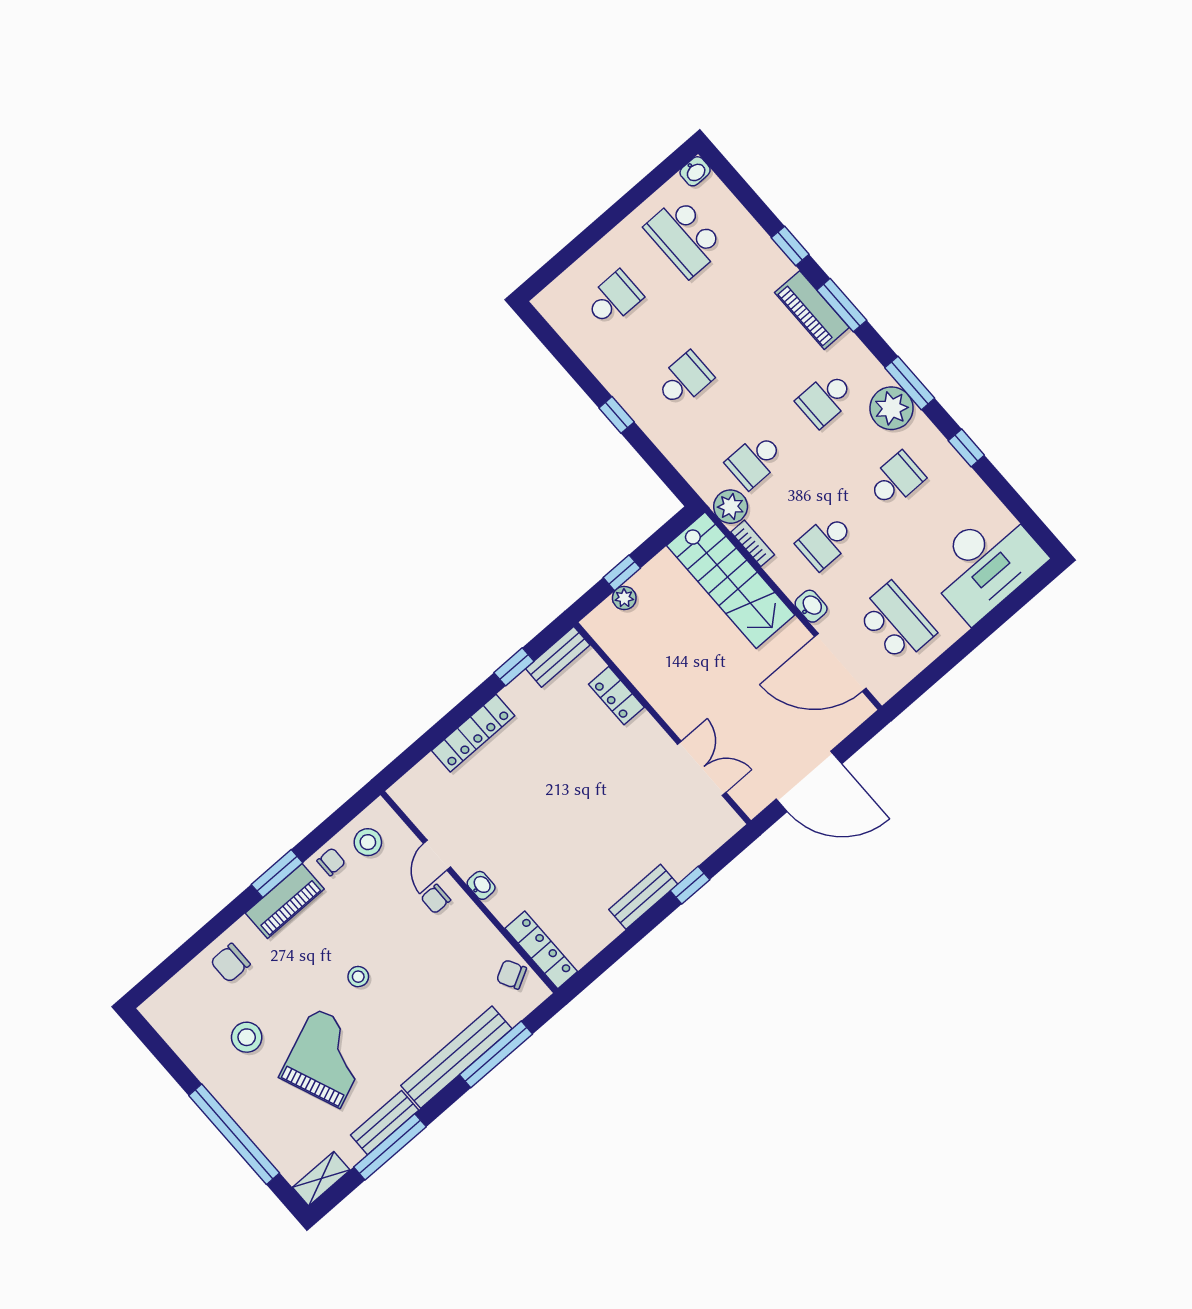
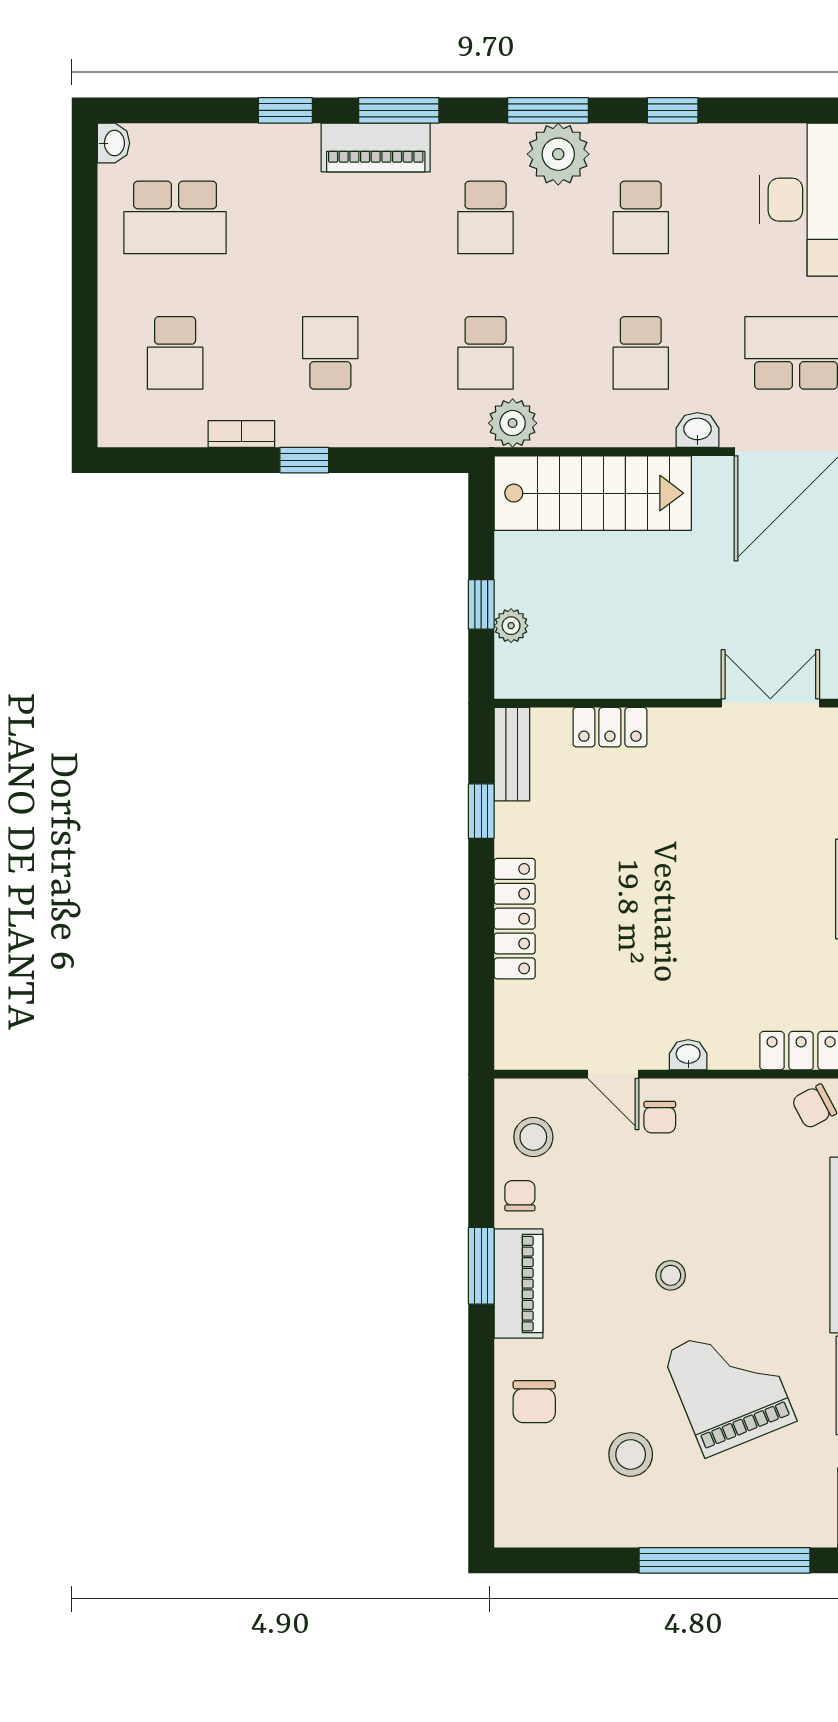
school desk: (614, 299) -> (175, 353), turned 180
school desk: (896, 480) -> (641, 217), turned 180
bookcase: (753, 543) -> (241, 434), moved

